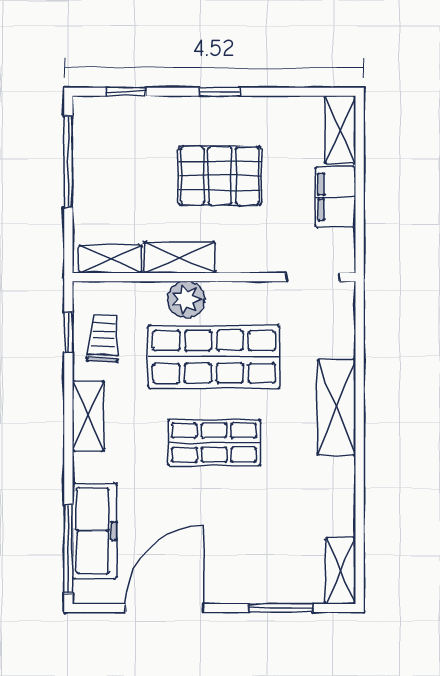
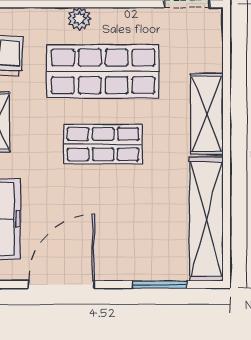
plant: (186, 300) -> (79, 19), width x0.73, depth x0.73
shelving: (341, 571) -> (206, 219), width x2.20, depth x1.33

